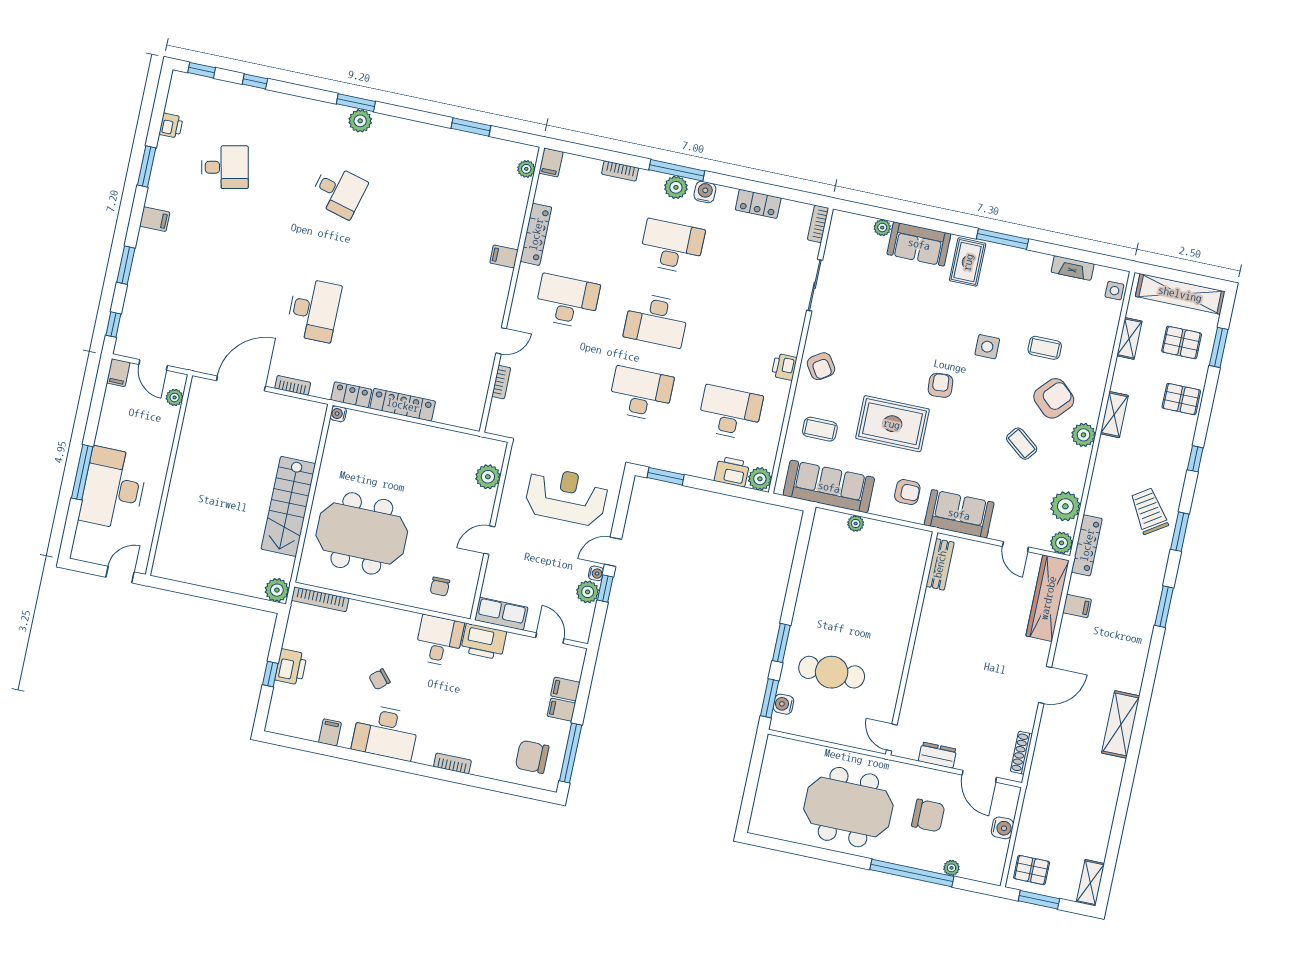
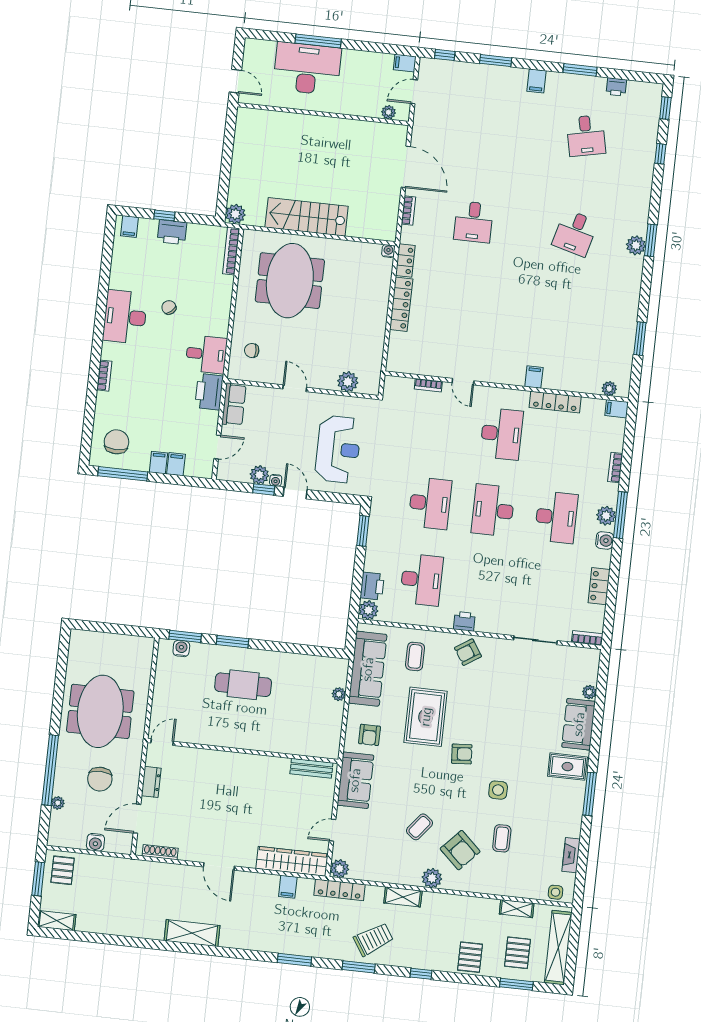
desk: (314, 310) -> (473, 222), width x0.73
shelving: (1114, 415) -> (403, 897), moved
plant: (1065, 506) -> (371, 869), removed
cafe table: (832, 672) -> (243, 685), moved, turned 90
filing cabinet: (330, 732) -> (130, 226), moved, turned 90

